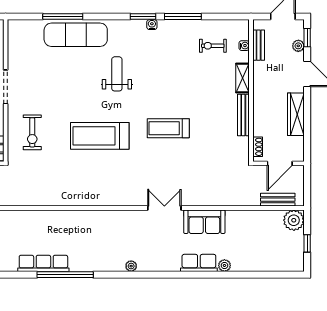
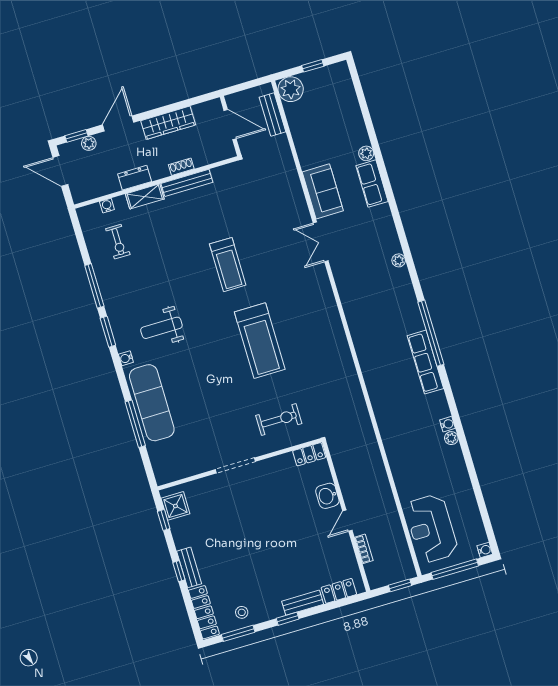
water cooler: (152, 25) -> (126, 358), moved
bench: (259, 45) -> (102, 189), removed
weight bench: (117, 74) -> (161, 328), moved
dresser: (260, 74) -> (135, 178), added
shoe rack: (258, 147) -> (181, 167), moved

